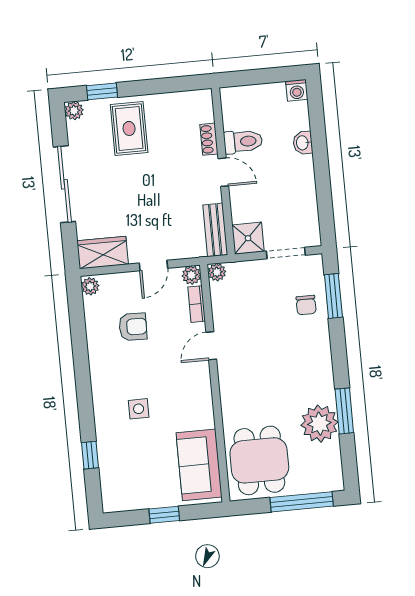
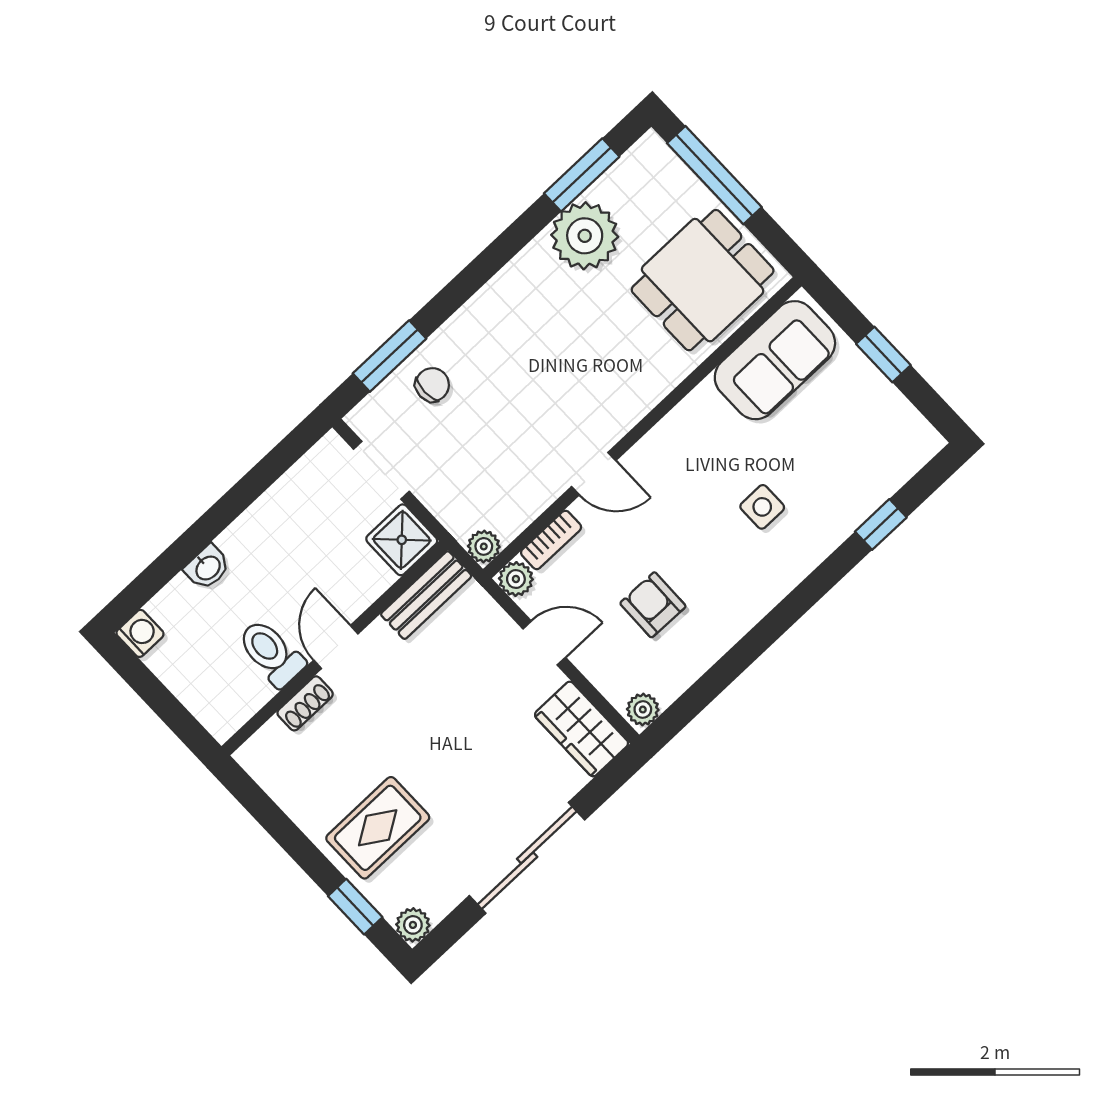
window: (344, 411) -> (582, 175), moved

